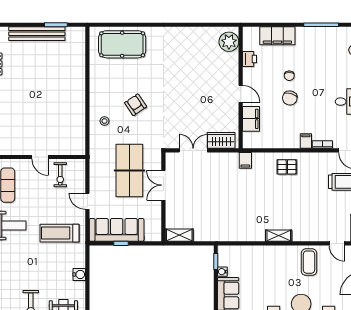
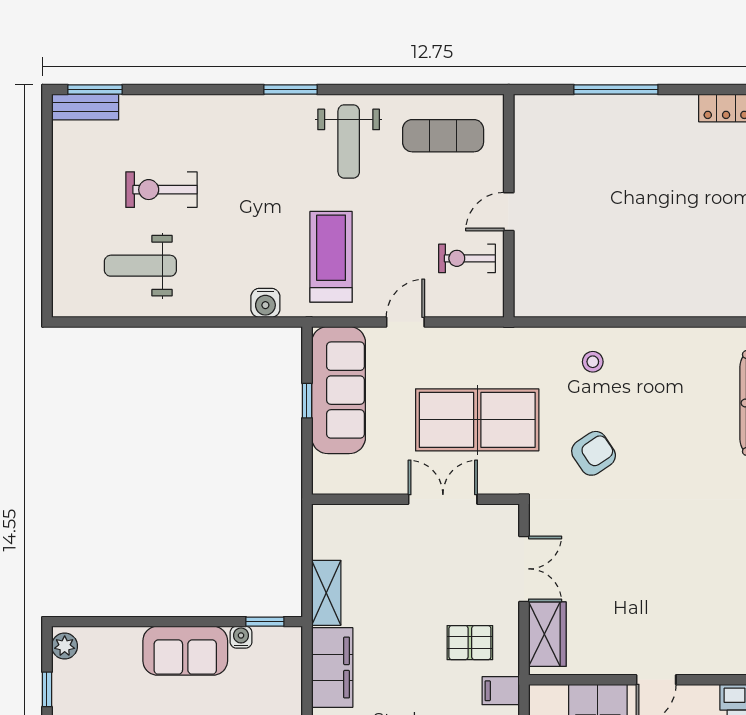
armchair: (136, 105) -> (594, 453), moved
pallet: (225, 174) -> (470, 643), added
filing cabinet: (235, 233) -> (332, 668), added
shelving: (179, 235) -> (326, 593), moved
water cooler: (79, 274) -> (265, 303), moved

